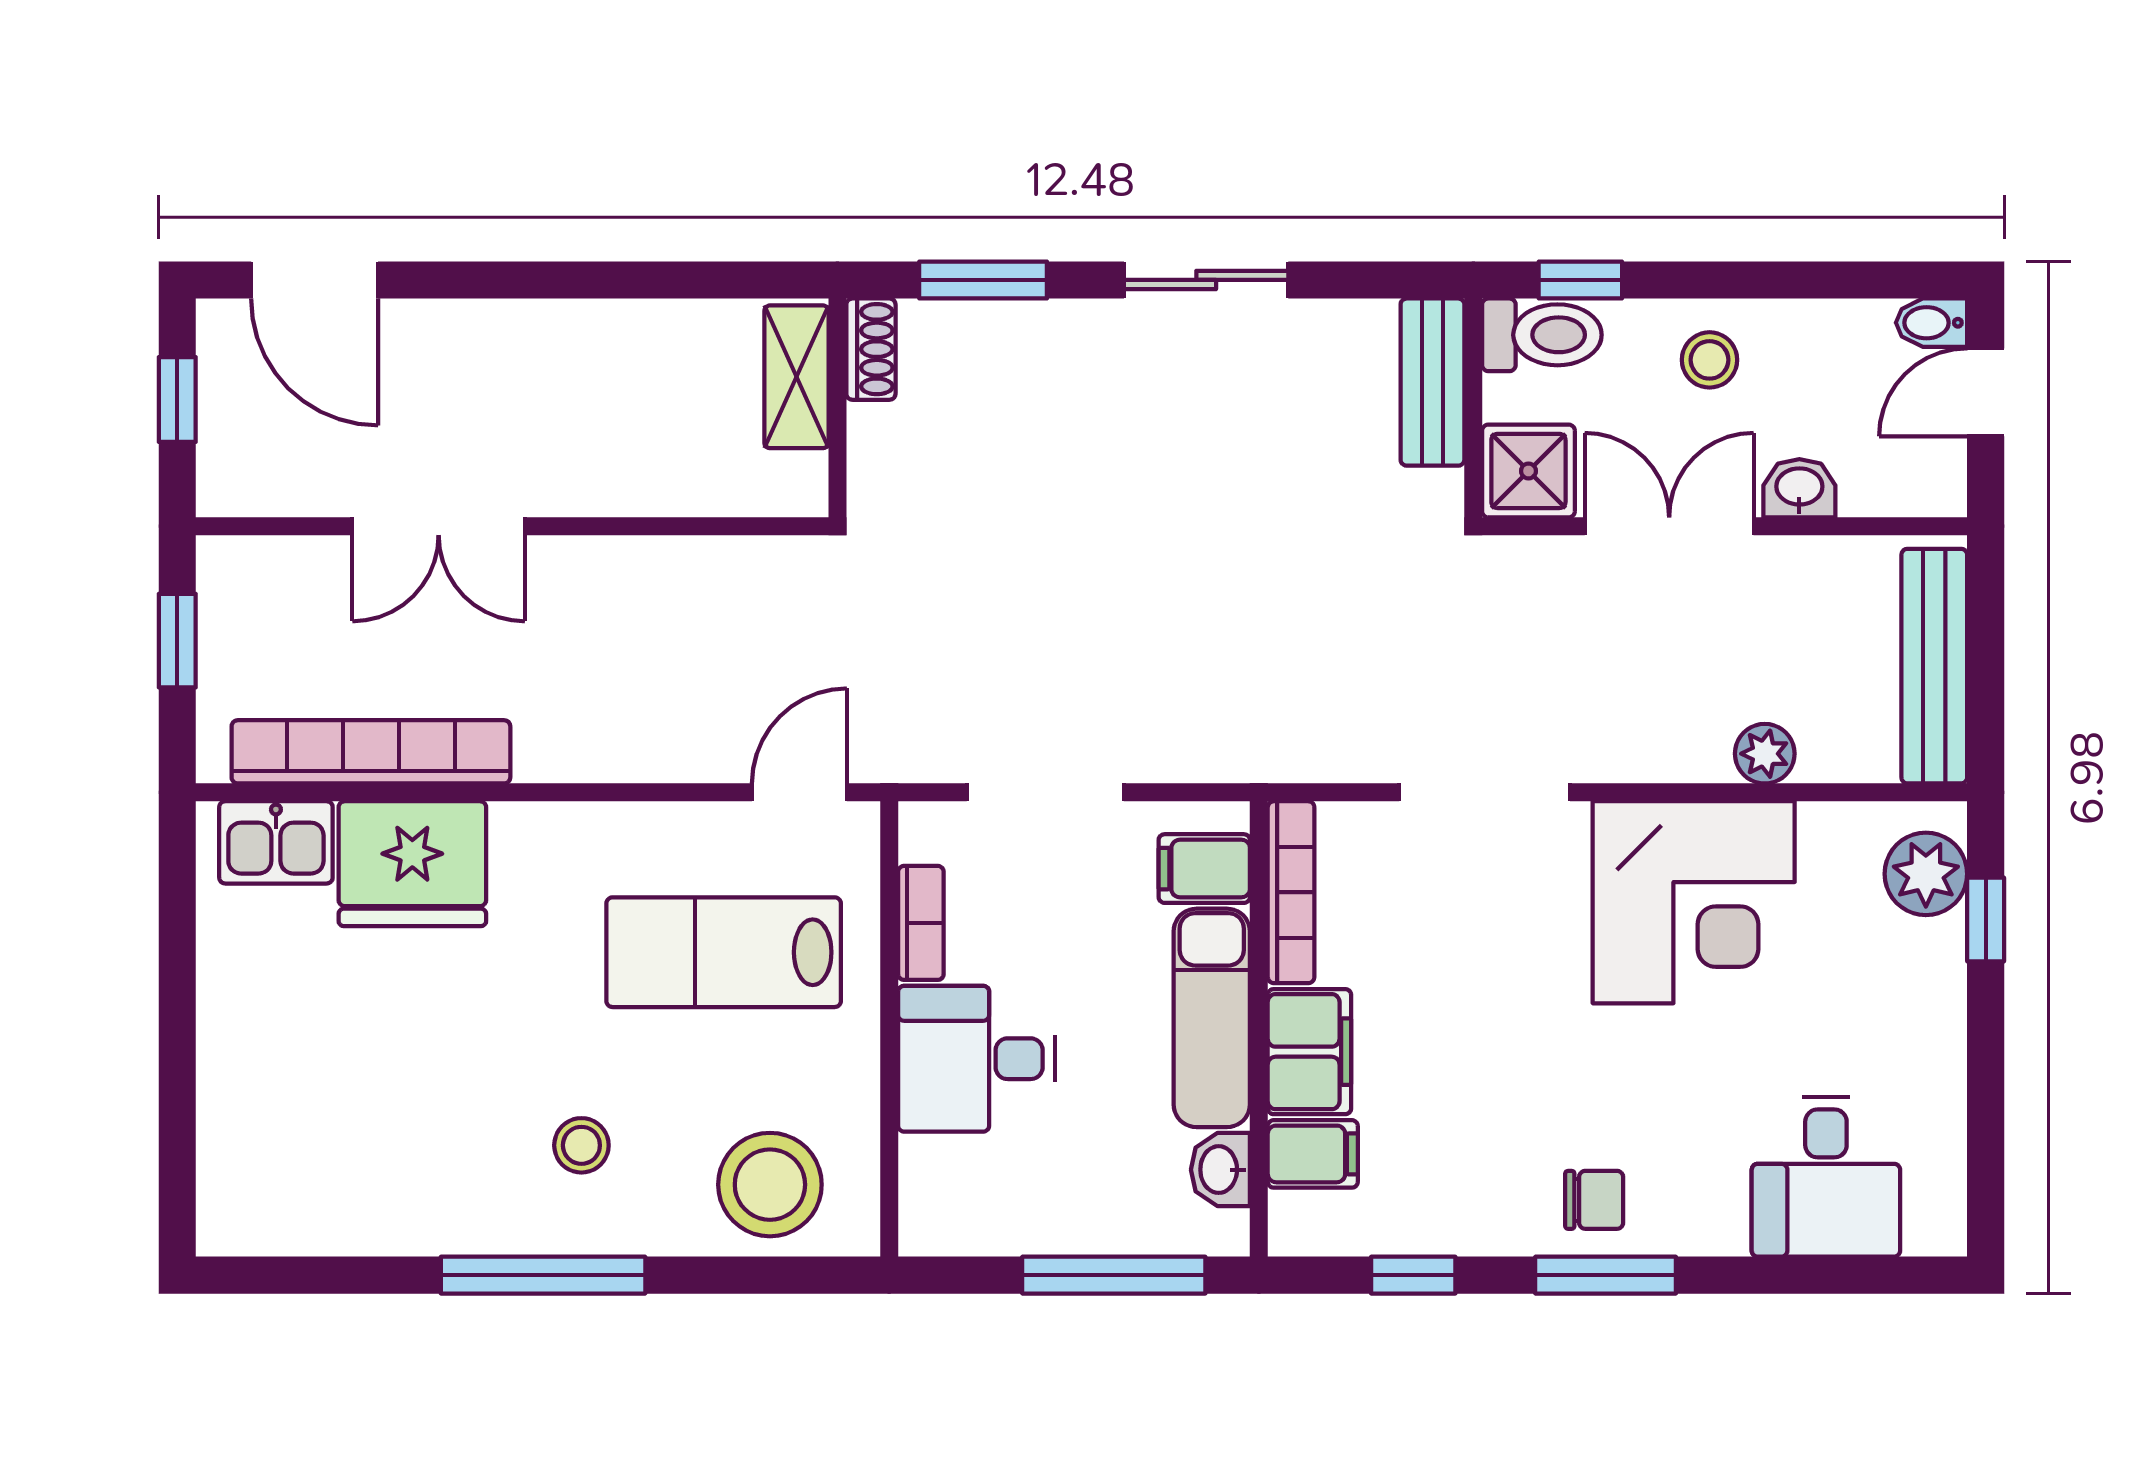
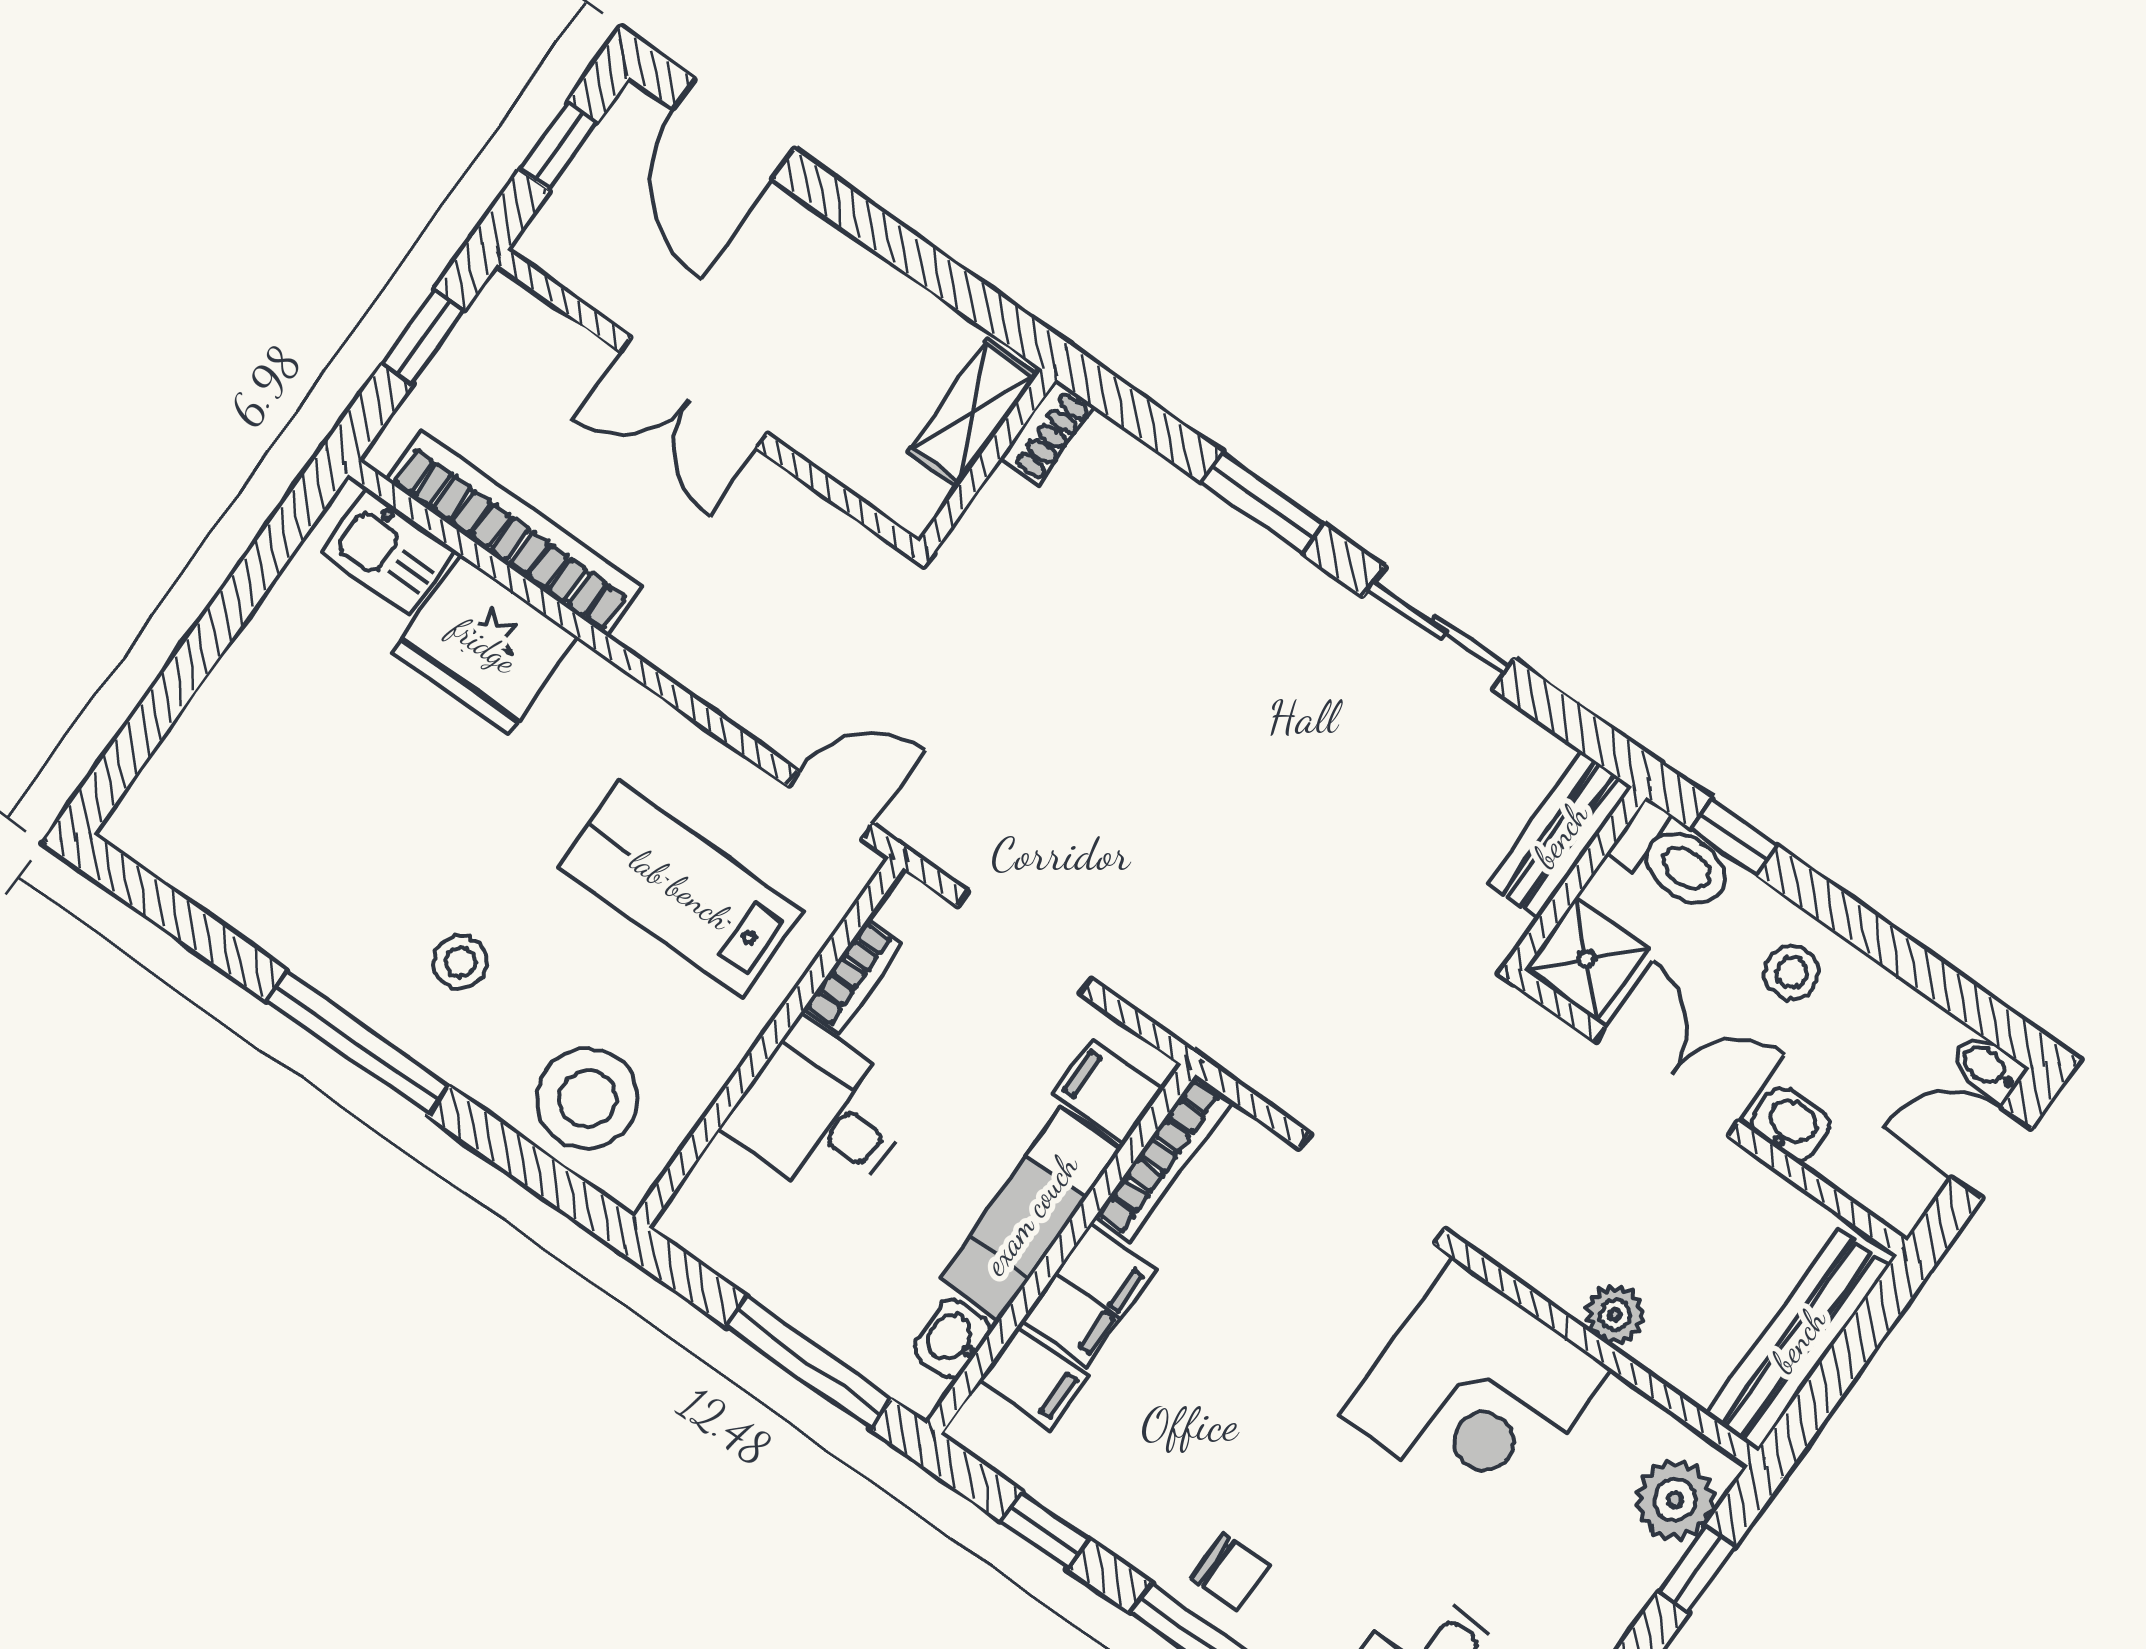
shoe rack: (871, 349) -> (1047, 433), moved
shelving: (796, 377) -> (973, 413), moved
wall: (837, 408) -> (988, 460), moved

